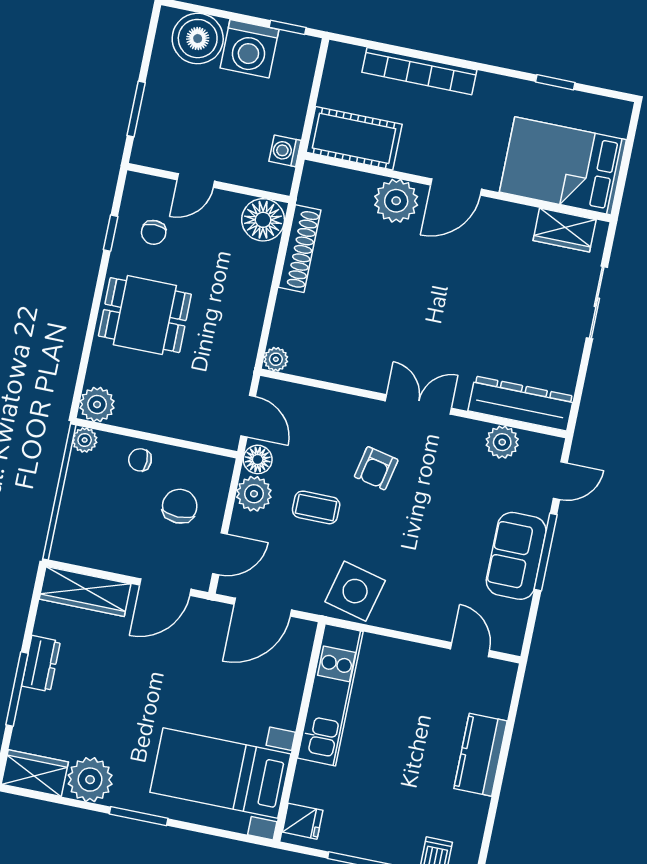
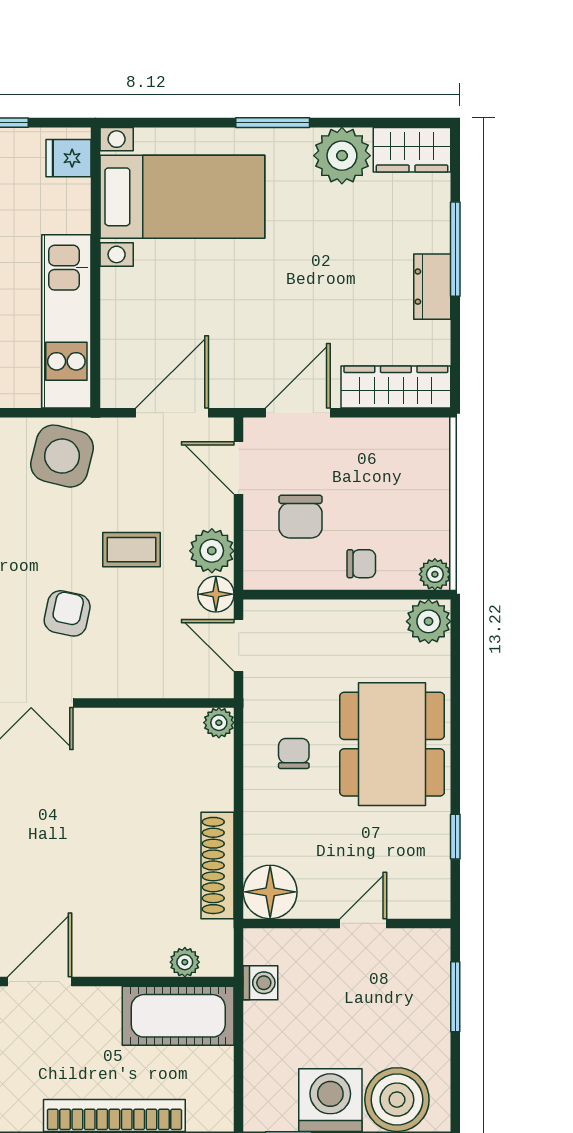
plant: (396, 201) -> (185, 962), moved, width x0.53, depth x0.53
chair: (154, 232) -> (294, 753), moved
dining table: (145, 315) -> (392, 744), width x1.38
door: (220, 554) -> (239, 468), hinge flipped

